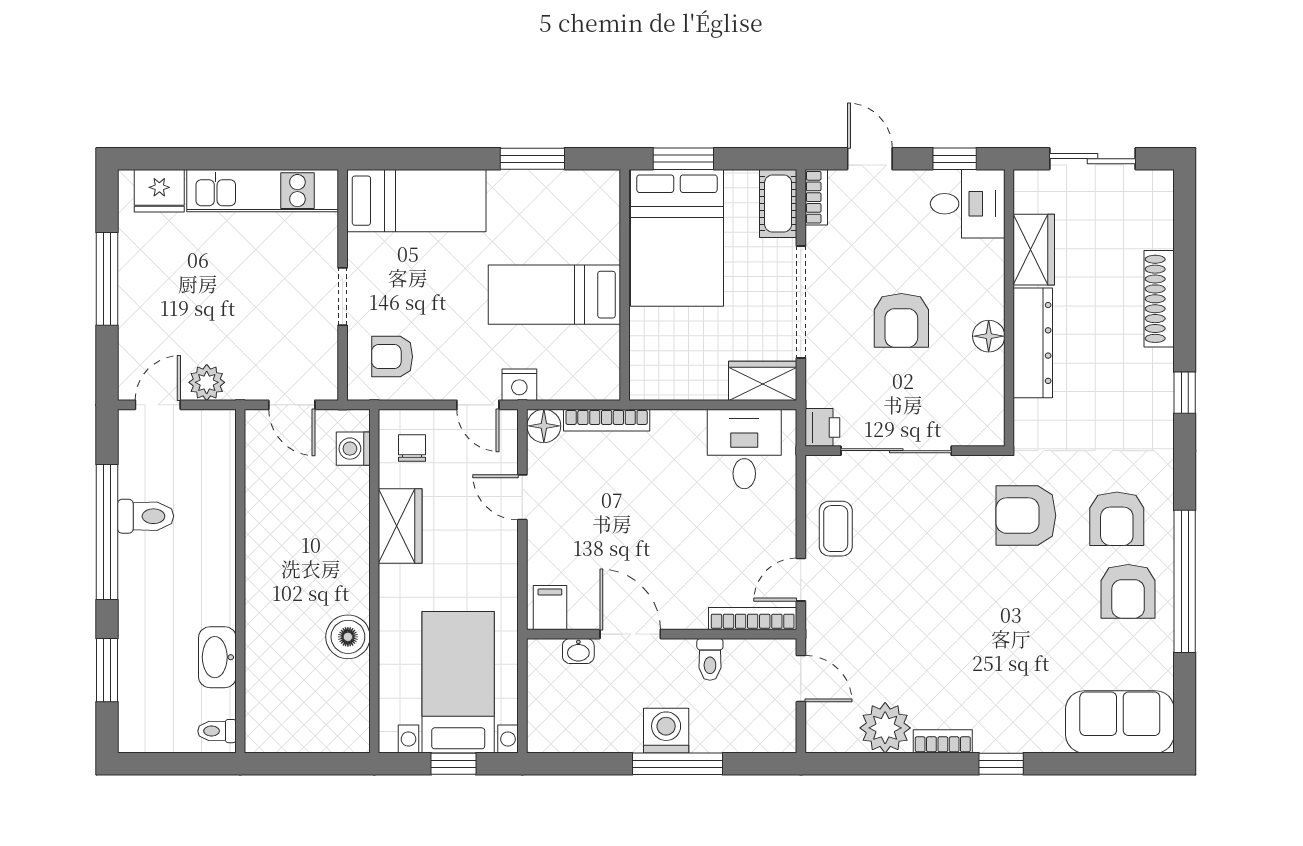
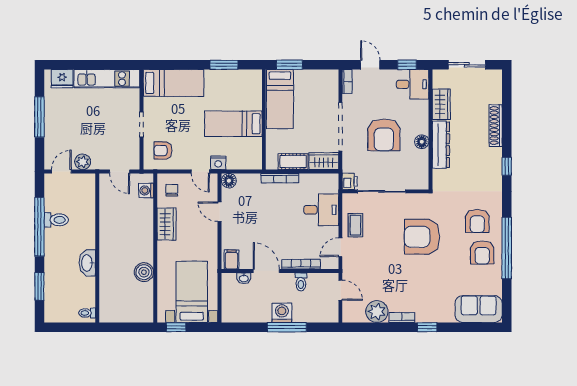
cot: (778, 203) -> (293, 162), moved, turned 90
bed: (677, 238) -> (280, 99), width x0.67
armchair: (901, 320) -> (384, 135), width x1.36, depth x1.36
bookcase: (607, 420) -> (280, 178), moved
desk: (744, 449) -> (321, 210), moved, turned 90
armchair: (1026, 516) -> (422, 237), moved, width x1.36, depth x1.36
bookcase: (753, 619) -> (301, 264), moved
washbasin: (217, 657) -> (87, 263), moved
window: (454, 764) -> (176, 327), moved

